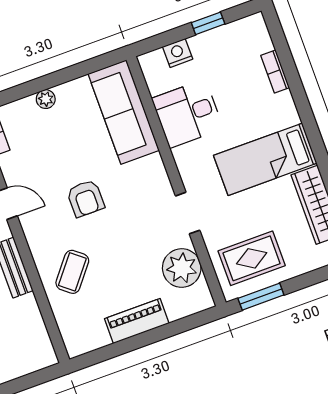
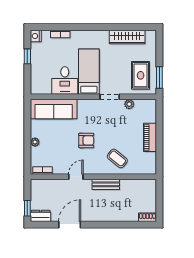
nightstand: (178, 53) -> (36, 36), moved
bed: (265, 159) -> (89, 72), moved, turned 180
plant: (182, 268) -> (129, 104), width x0.53, depth x0.53

